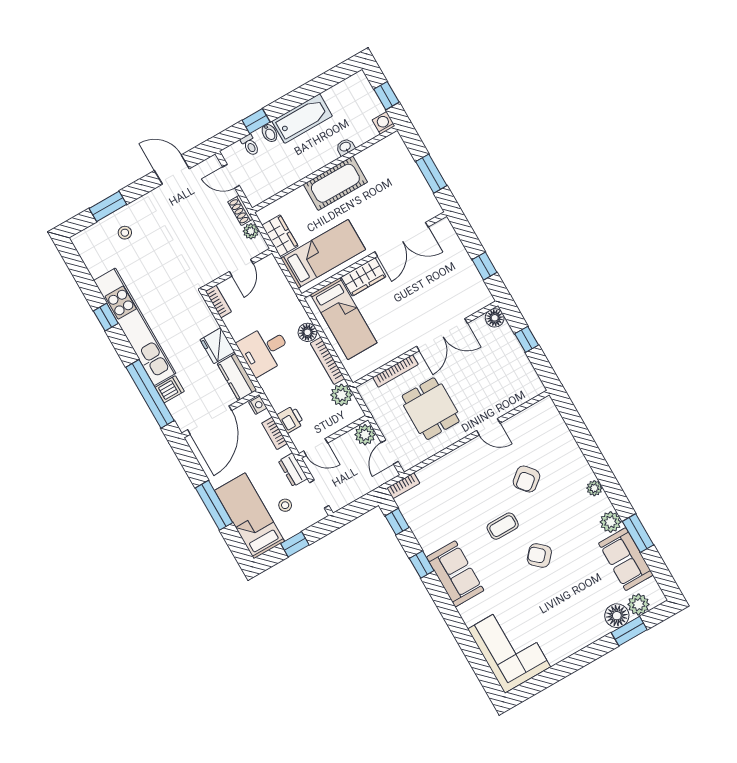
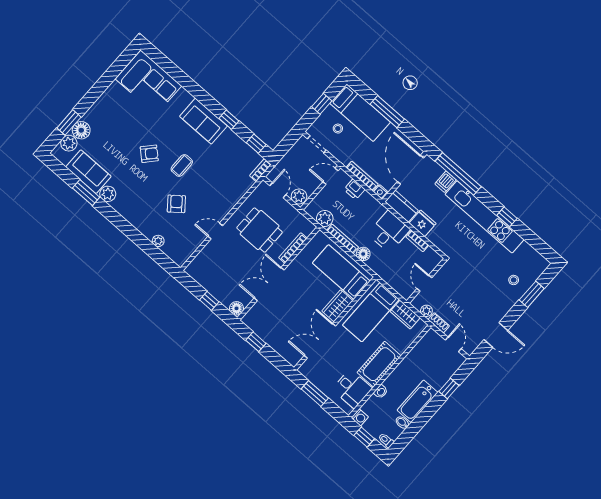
bidet: (269, 133) -> (402, 423), moved
toilet: (250, 145) -> (386, 440), moved
desk: (381, 163) -> (352, 389), added
door: (231, 176) -> (453, 344), hinge flipped
bookcase: (218, 302) -> (417, 241), moved
bookcase: (275, 433) -> (362, 176), width x1.56
dresser: (293, 470) -> (341, 155), removed
plant: (594, 488) -> (158, 241), moved

